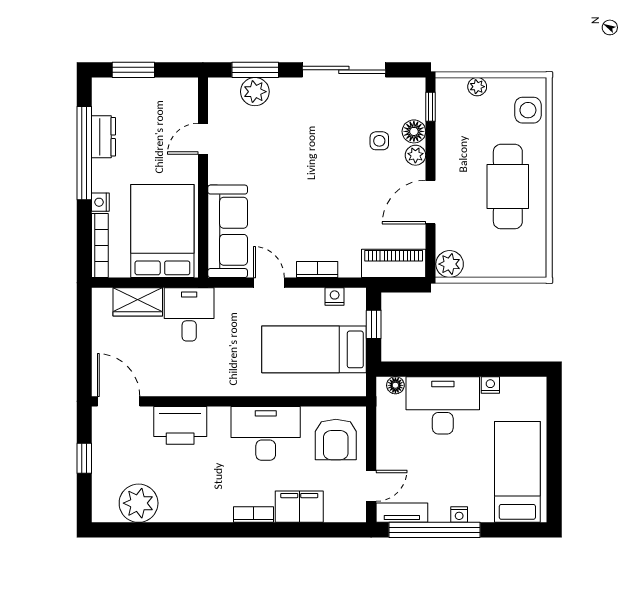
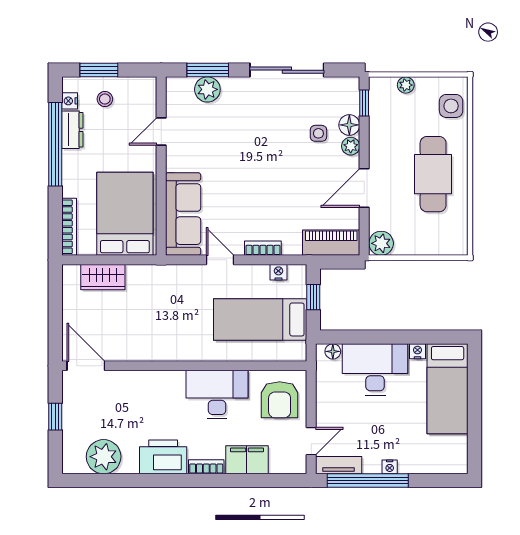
stool: (140, 102) -> (105, 99), added
nightstand: (100, 202) -> (70, 101), moved
desk: (189, 314) -> (149, 288), removed
printer: (180, 425) -> (163, 457), moved, turned 180
bed: (517, 472) -> (448, 389), moved, turned 180

